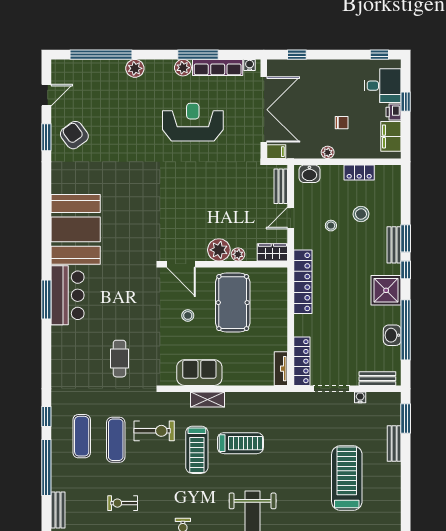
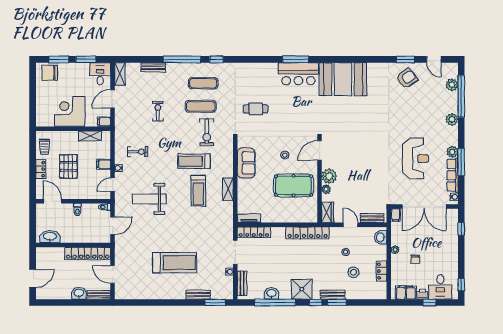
plant: (84, 68) -> (452, 85), added
shelving: (208, 399) -> (228, 189), moved

